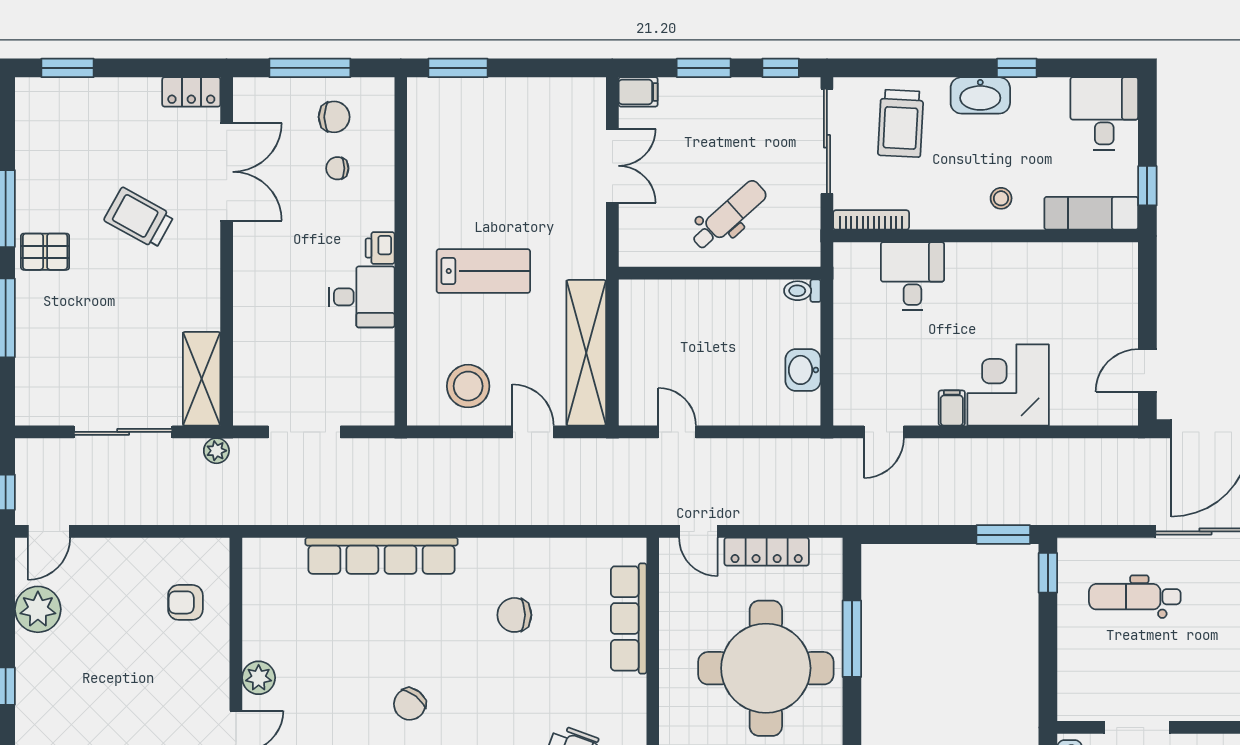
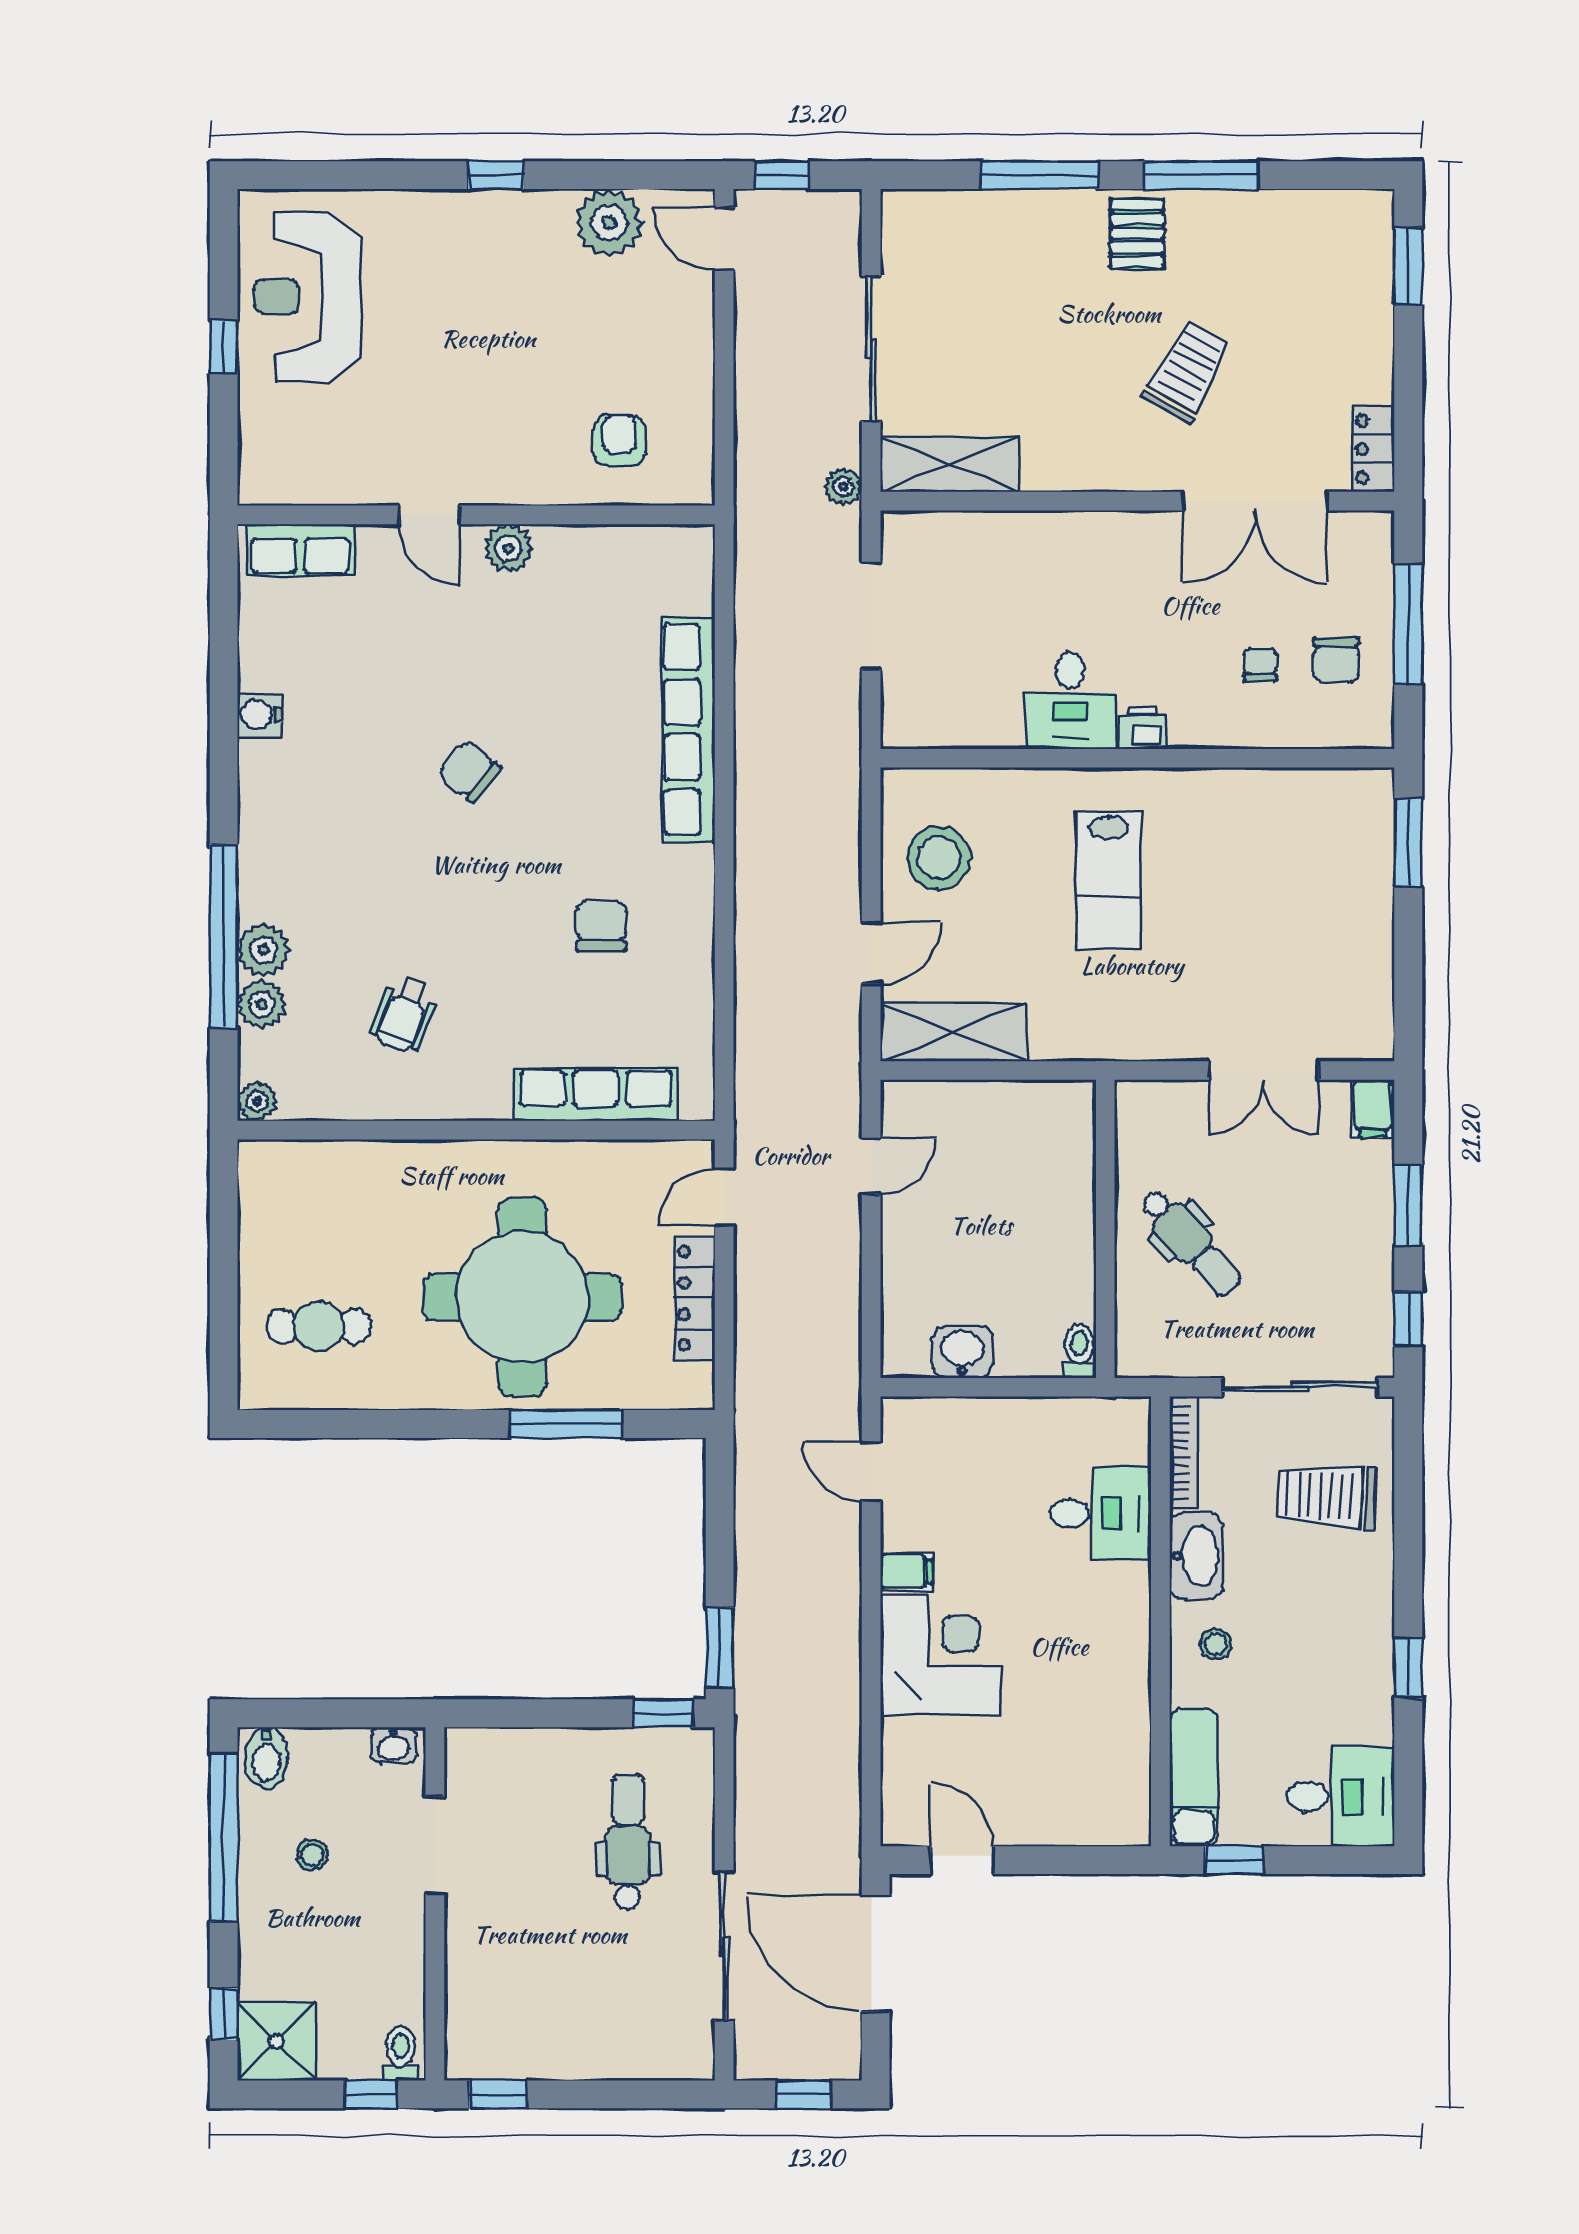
washbasin: (980, 95) -> (1196, 1556), moved, turned 180
shelving: (586, 353) -> (954, 1032), width x0.68

